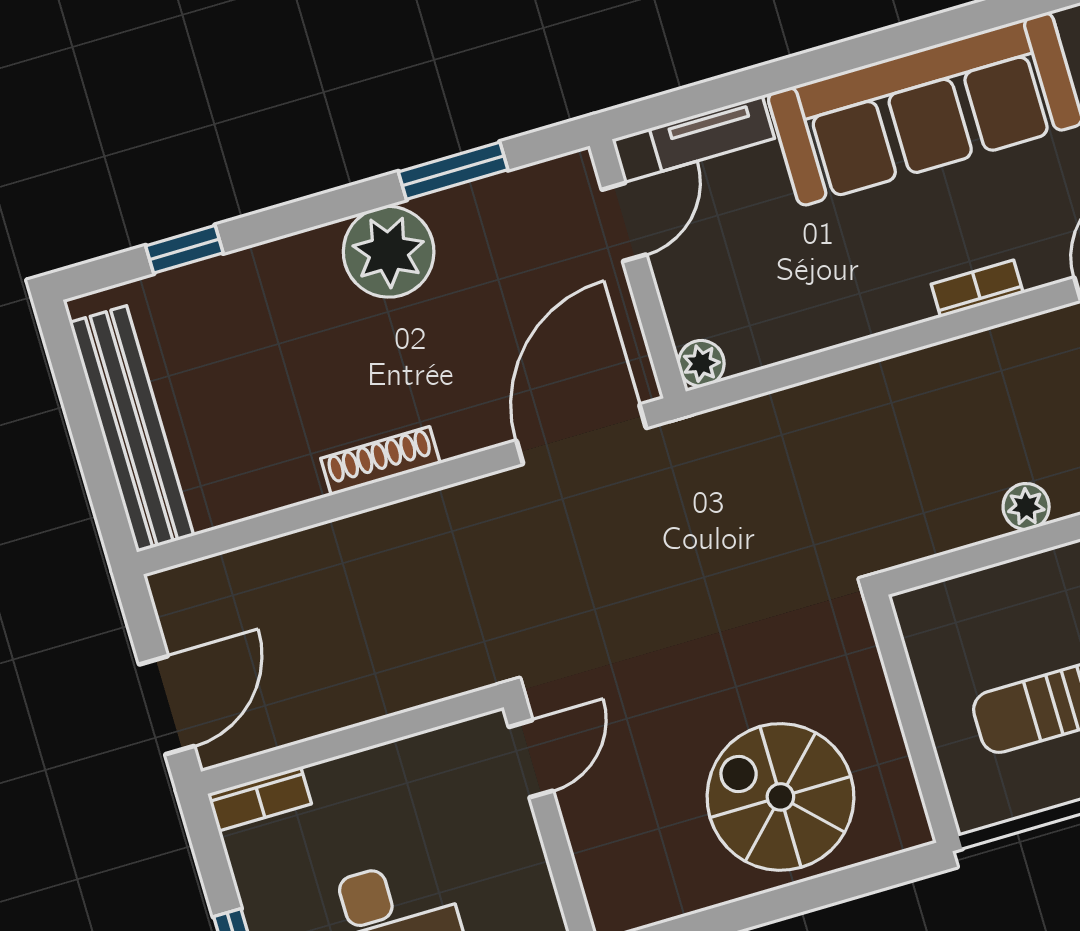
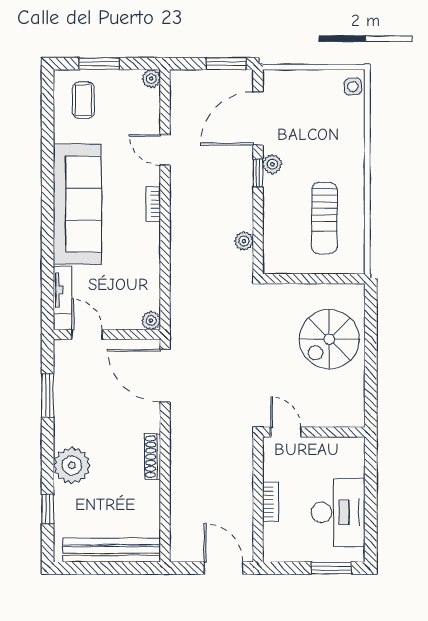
plant: (389, 252) -> (72, 465), moved
plant: (1026, 507) -> (244, 241), moved
bookcase: (259, 799) -> (271, 502), moved

